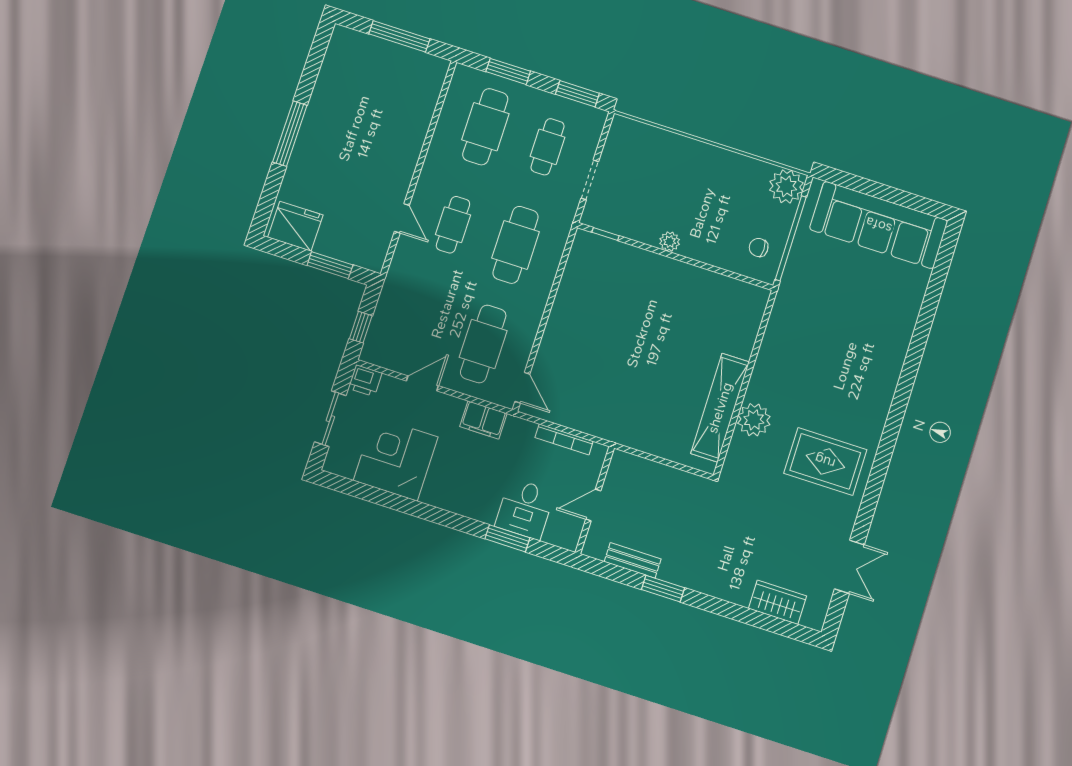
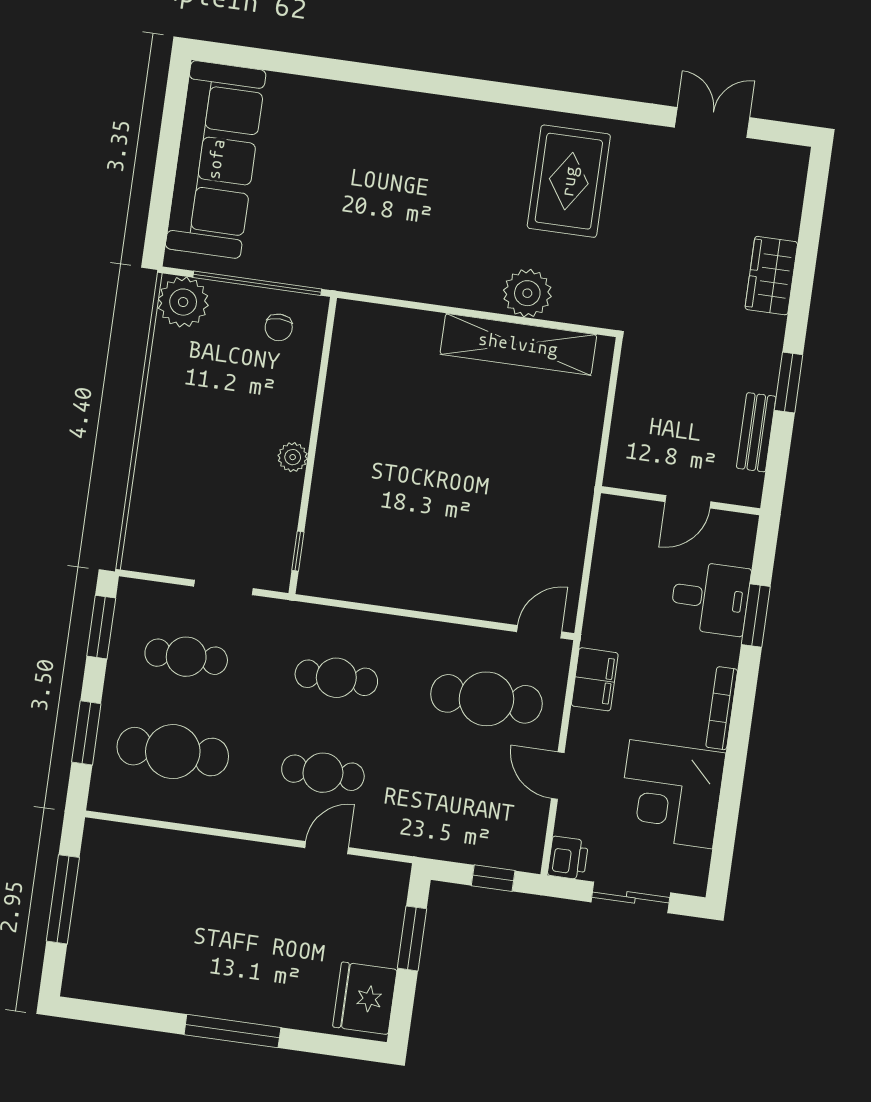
cafe table: (516, 245) -> (336, 678), width x0.73, depth x0.74
bookcase: (564, 439) -> (722, 708), moved, turned 180
door: (593, 505) -> (688, 502), hinge flipped
wardrobe: (778, 602) -> (771, 276), moved

